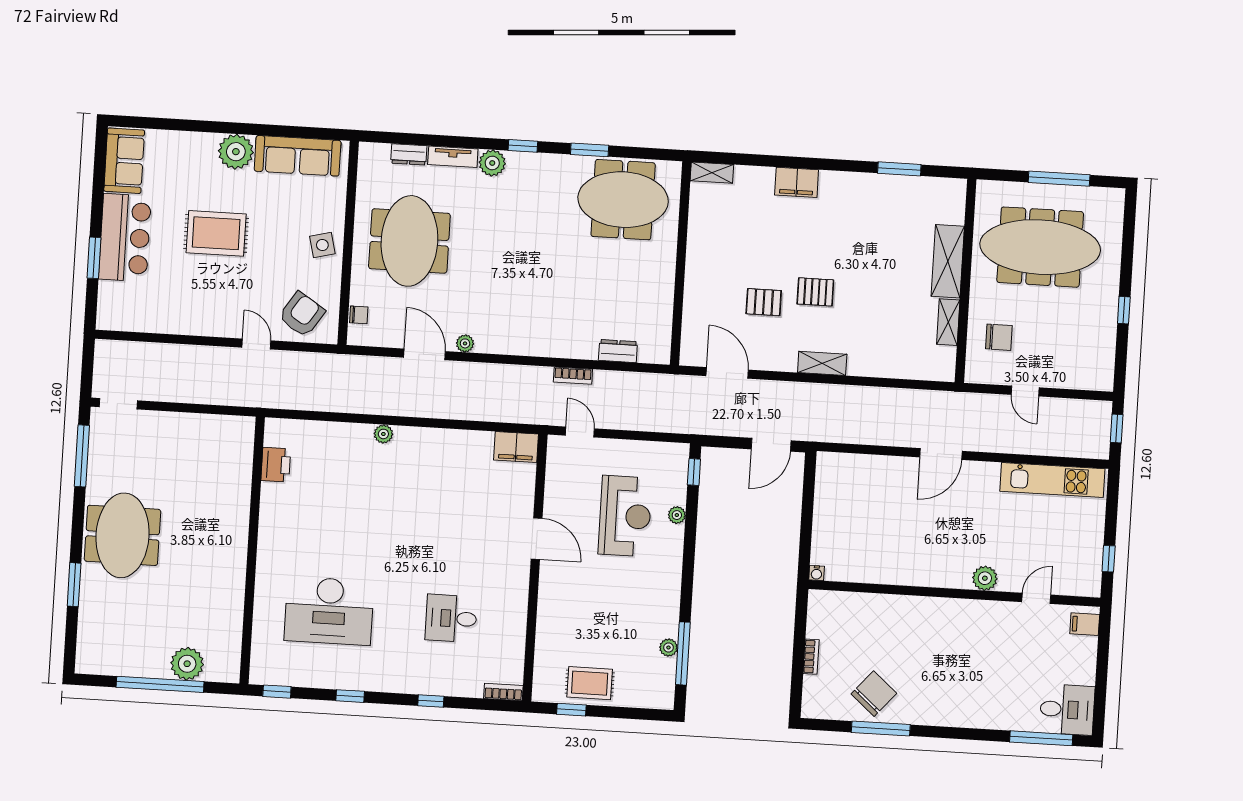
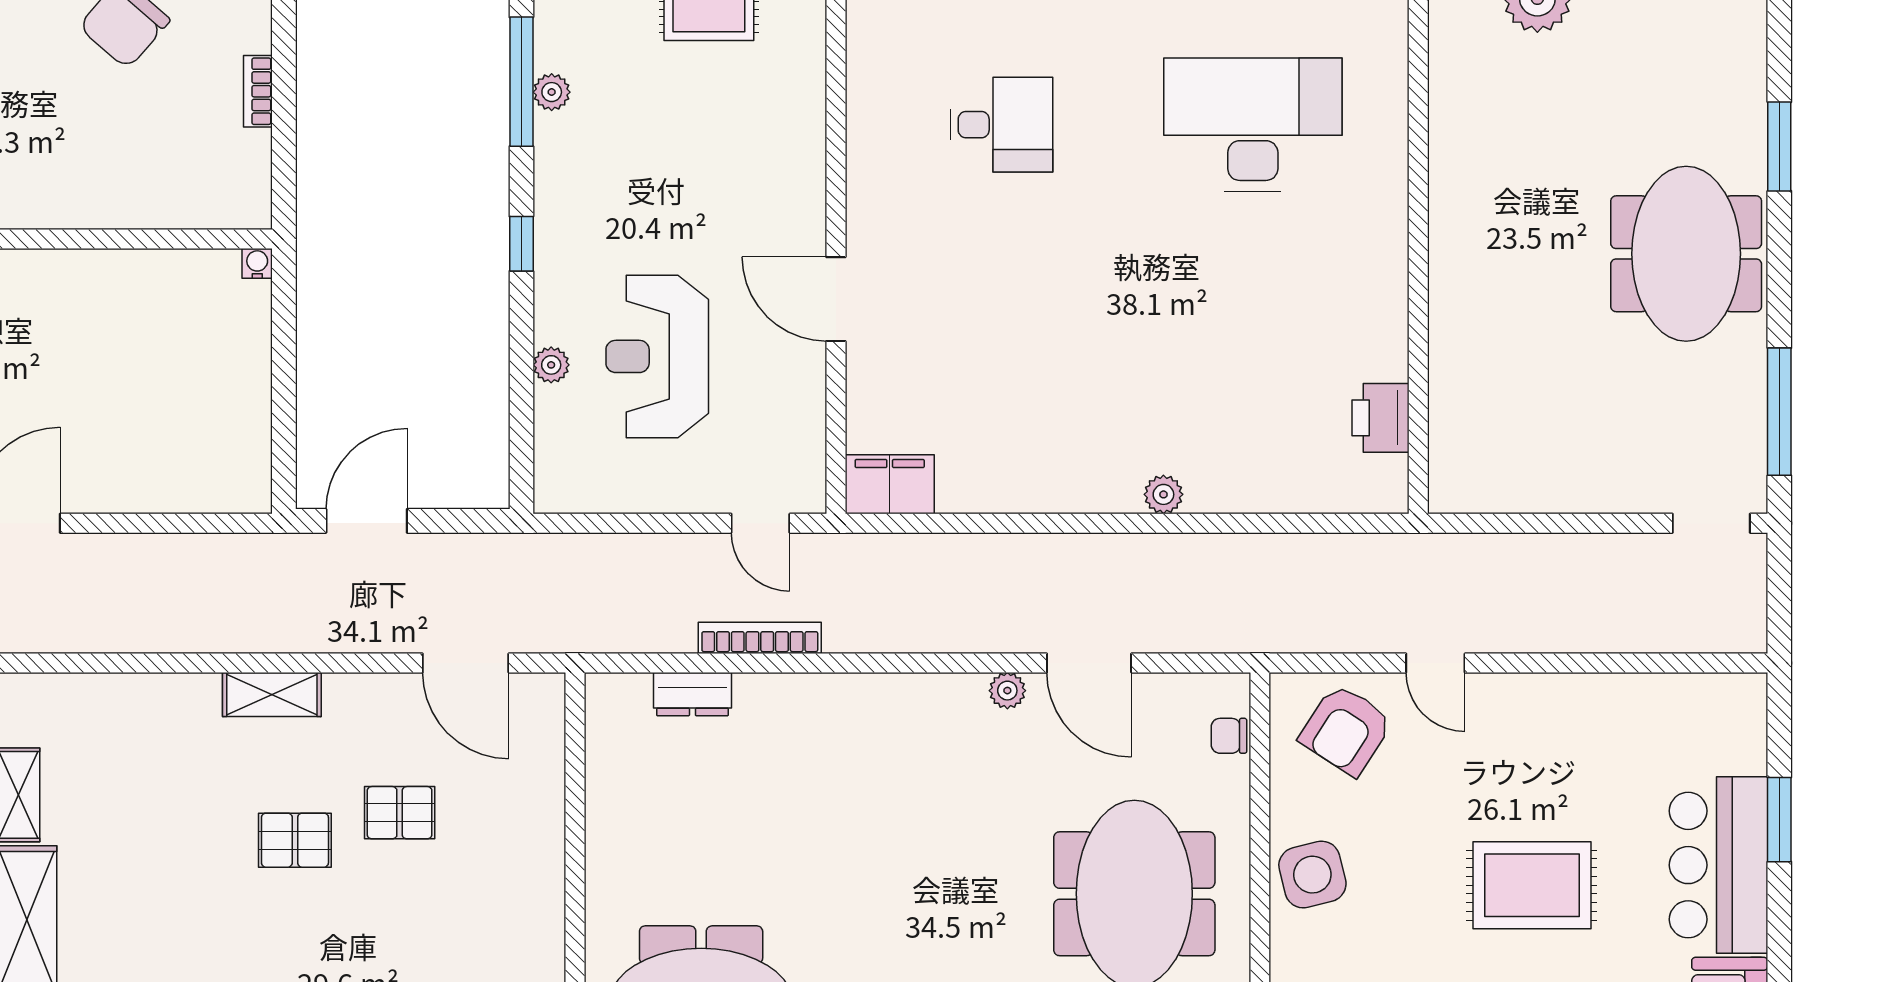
side table: (322, 245) -> (1312, 875), width x1.37, depth x1.37
bookcase: (573, 376) -> (760, 638), width x1.56
window: (694, 472) -> (521, 244), moved

